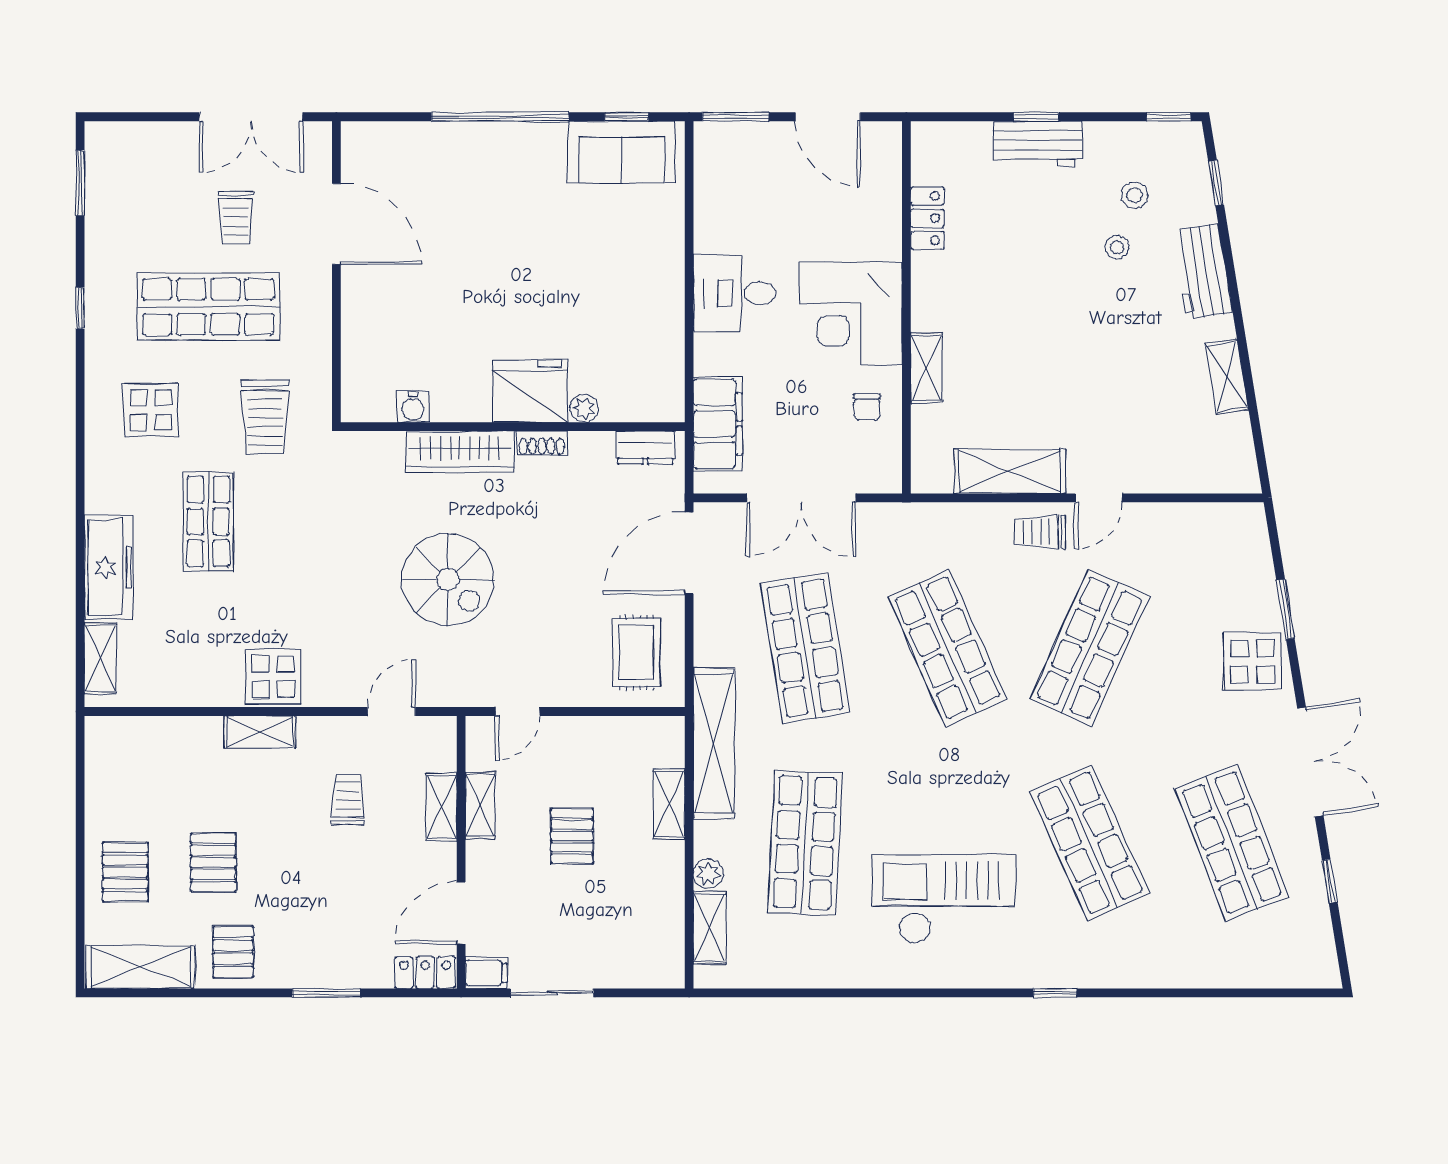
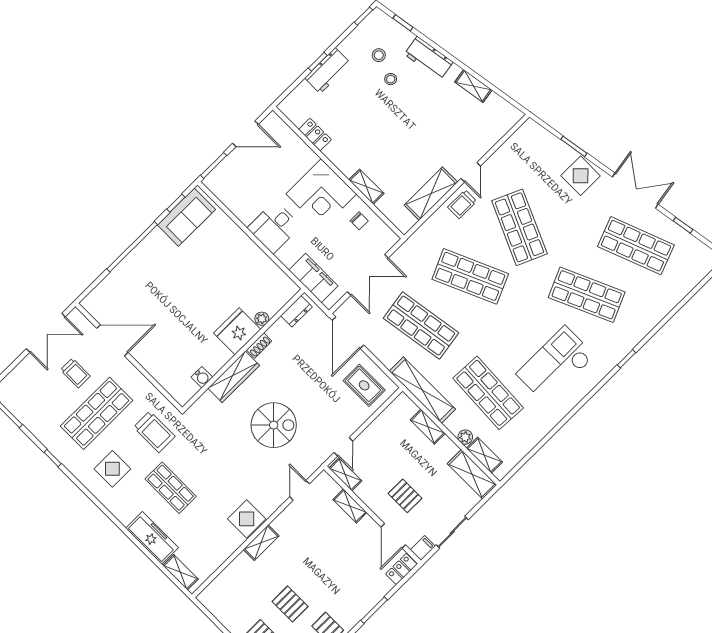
trolley: (348, 799) -> (315, 536), removed
shelving: (480, 805) -> (345, 474), moved
pallet: (572, 836) -> (405, 496), moved
shelving: (664, 937) -> (472, 474), added

